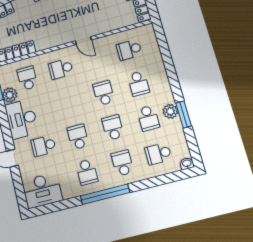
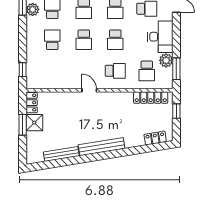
window: (162, 42) -> (23, 70), added
school desk: (129, 50) -> (115, 40), moved, turned 90

